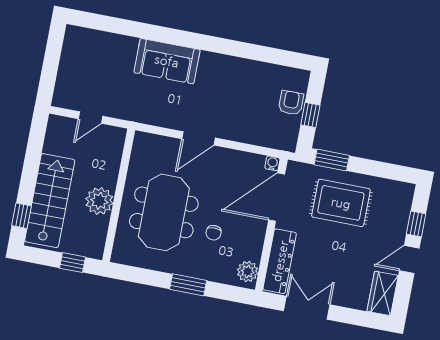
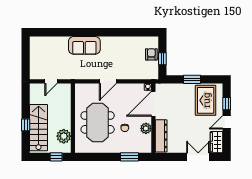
window: (332, 160) -> (192, 79), moved
plant: (99, 201) -> (64, 136), moved
rug: (341, 203) -> (206, 100), moved, turned 90
window: (22, 216) -> (26, 125), moved
plant: (248, 272) -> (146, 128), moved
window: (188, 285) -> (129, 157), moved
double door: (307, 308) -> (198, 157), moved

